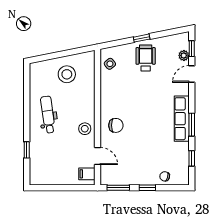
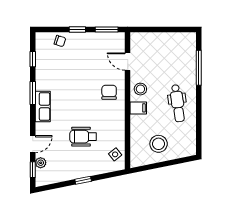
wheelchair: (146, 58) -> (83, 137), moved, turned 90
row of seats: (182, 119) -> (43, 107), width x0.68
chair: (116, 125) -> (109, 92), turned 90
window: (27, 150) -> (199, 68), width x2.17
filing cabinet: (87, 174) -> (138, 108), moved

